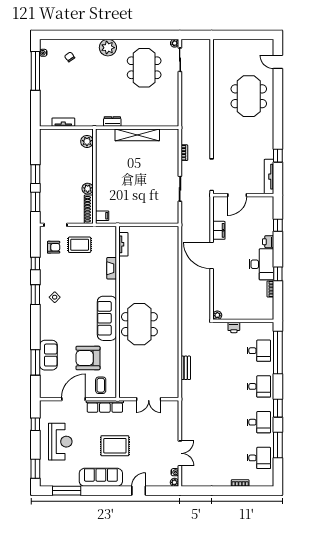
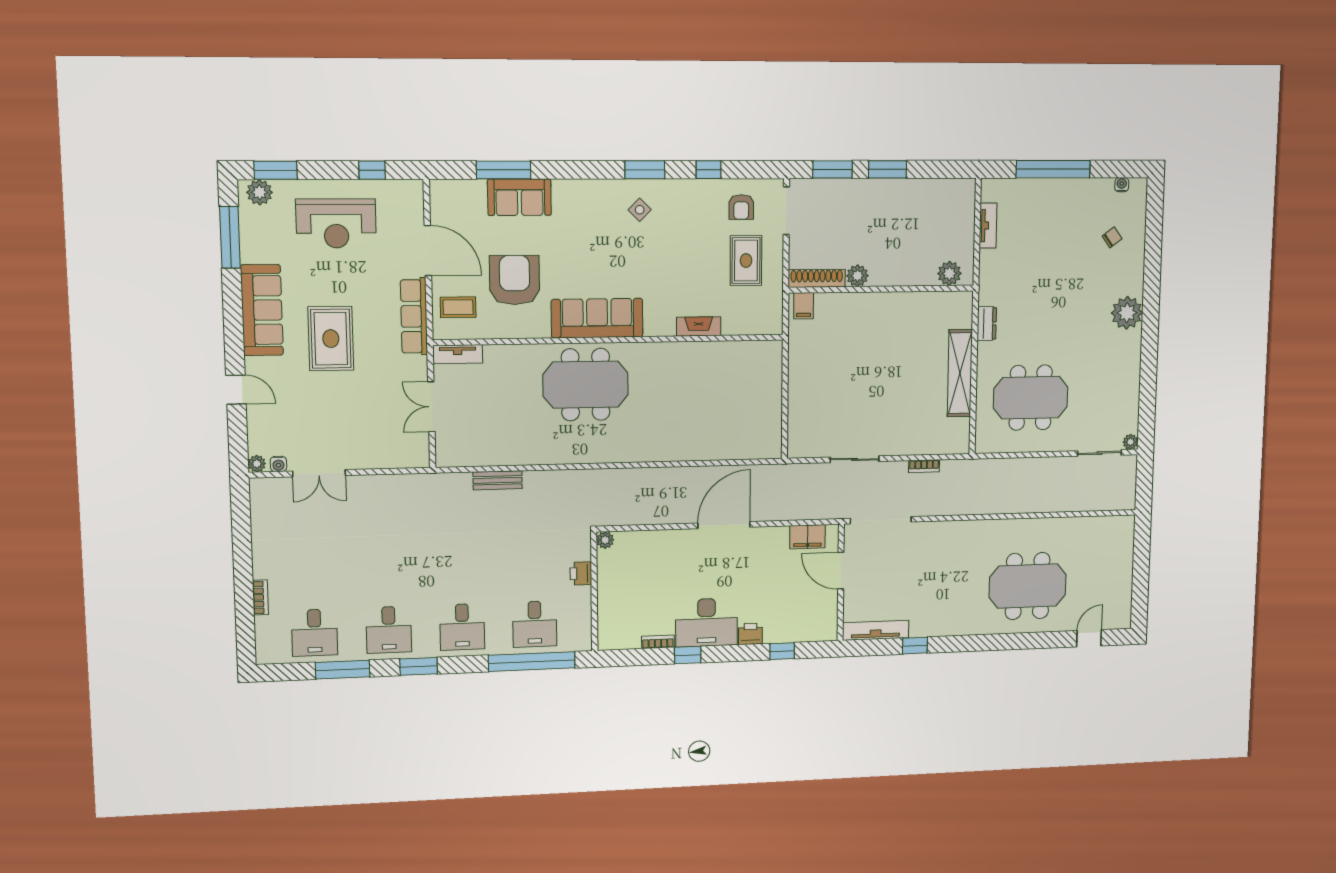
meeting table: (144, 68) -> (1031, 398), moved
window: (35, 71) -> (1053, 169), moved
filing cabinet: (219, 230) -> (807, 537), moved
tv unit: (123, 244) -> (458, 354), moved
plant: (46, 476) -> (260, 192), added

